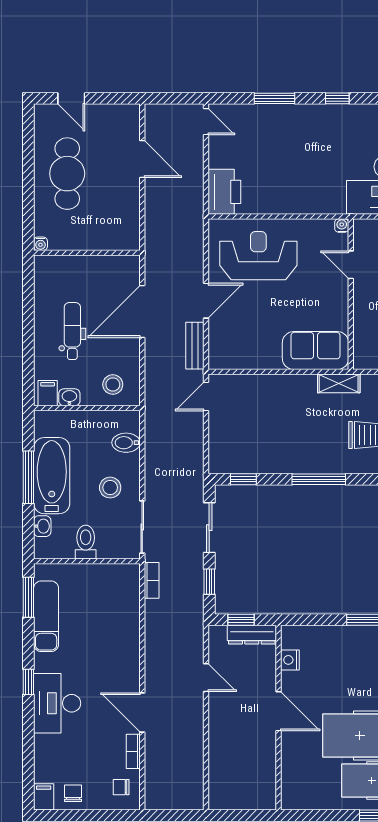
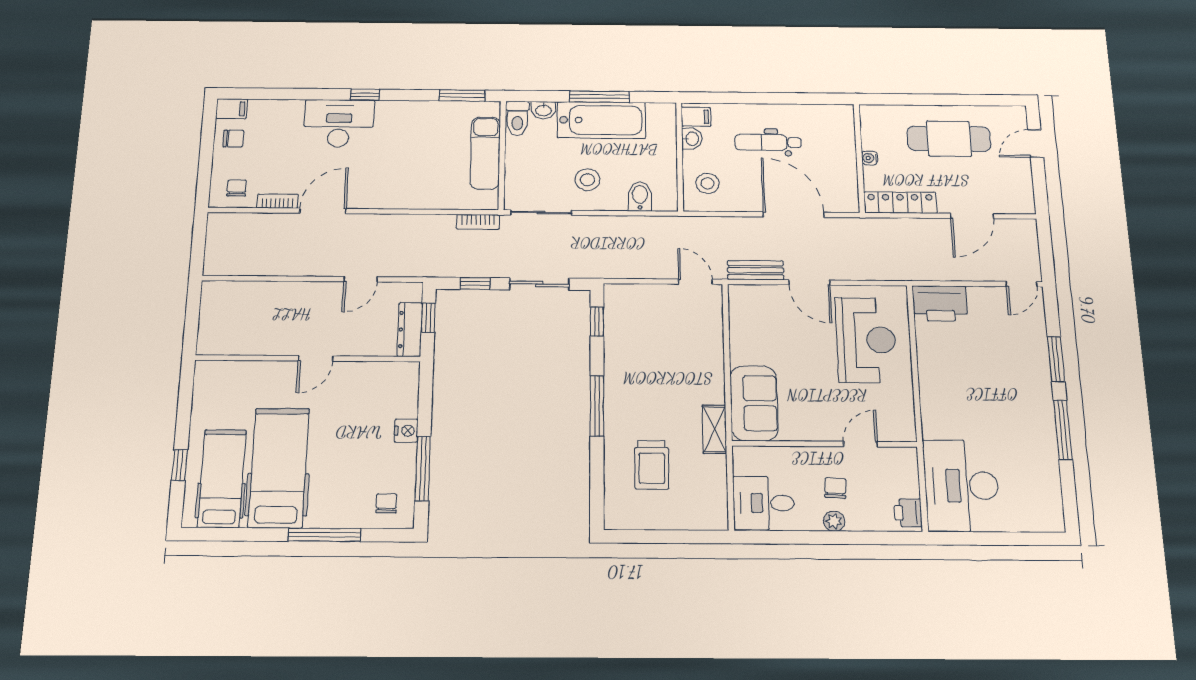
window: (337, 98) -> (1063, 430), width x2.17
locker: (130, 220) -> (900, 203), added
water cooler: (342, 226) -> (908, 434), removed
water cooler: (40, 244) -> (870, 158), moved
dental chair: (72, 331) -> (768, 142), turned 180
toilet: (86, 542) -> (517, 118), moved, turned 90
exam couch: (46, 616) -> (485, 153), moved, turned 90
nightstand: (290, 660) -> (406, 431), moved, turned 90
door: (278, 711) -> (316, 358), width x0.73

